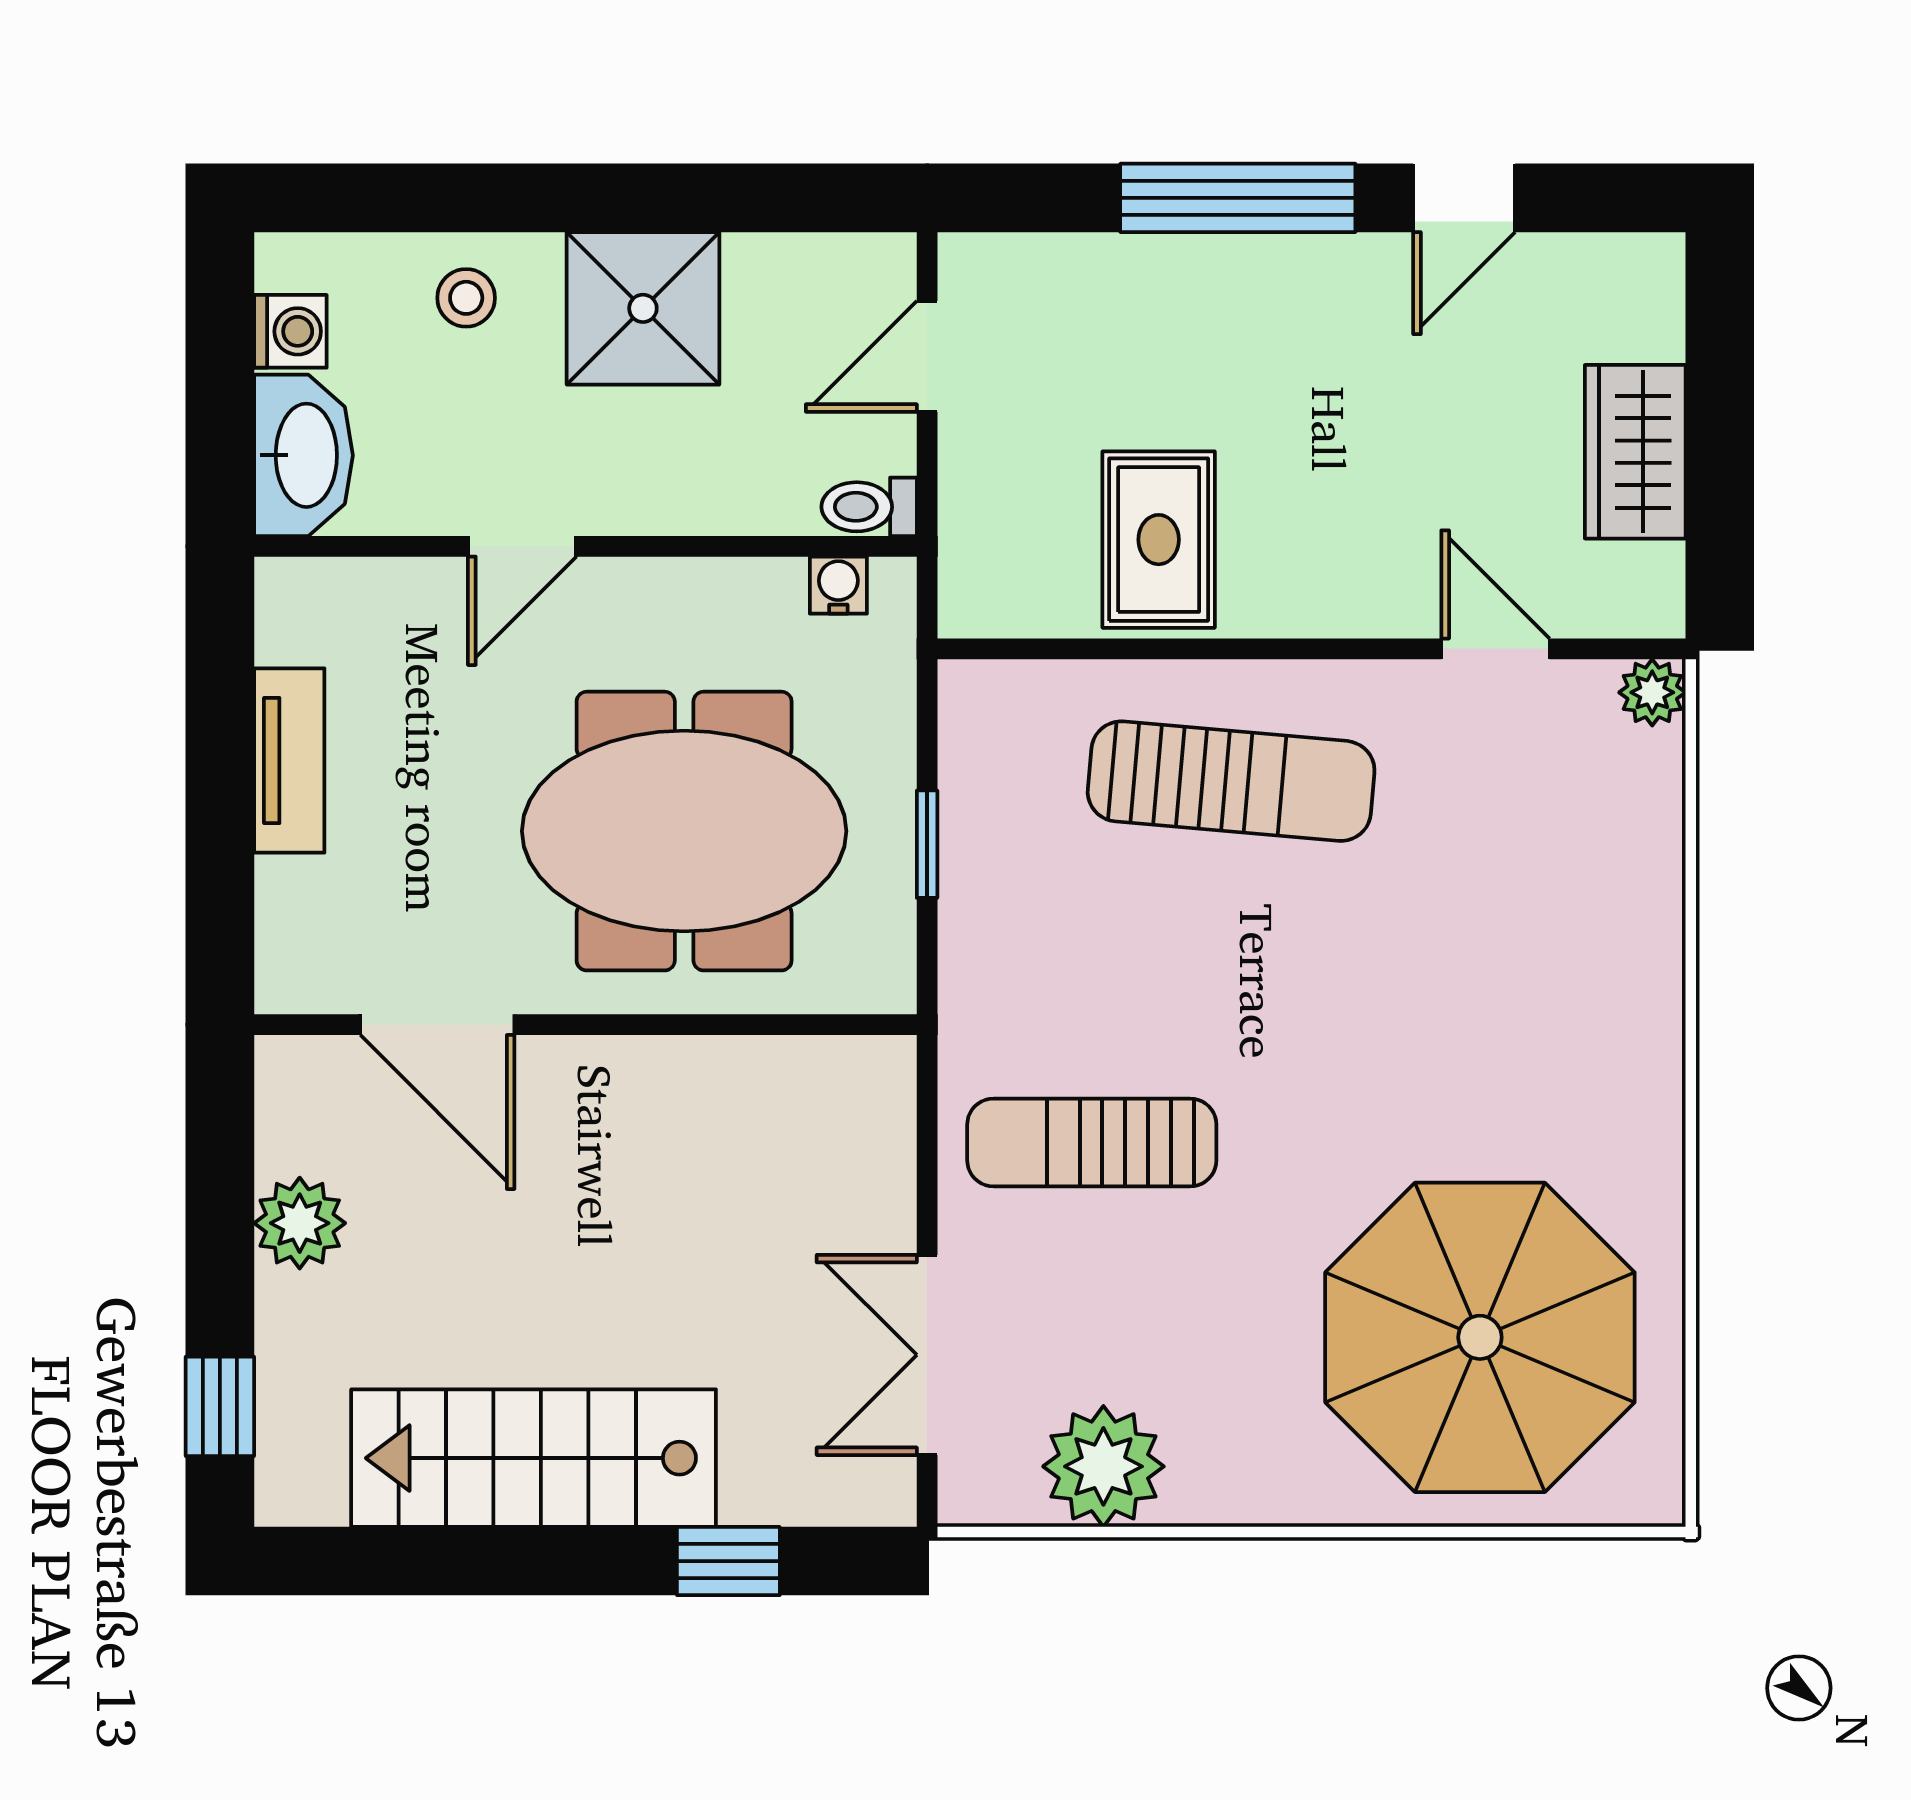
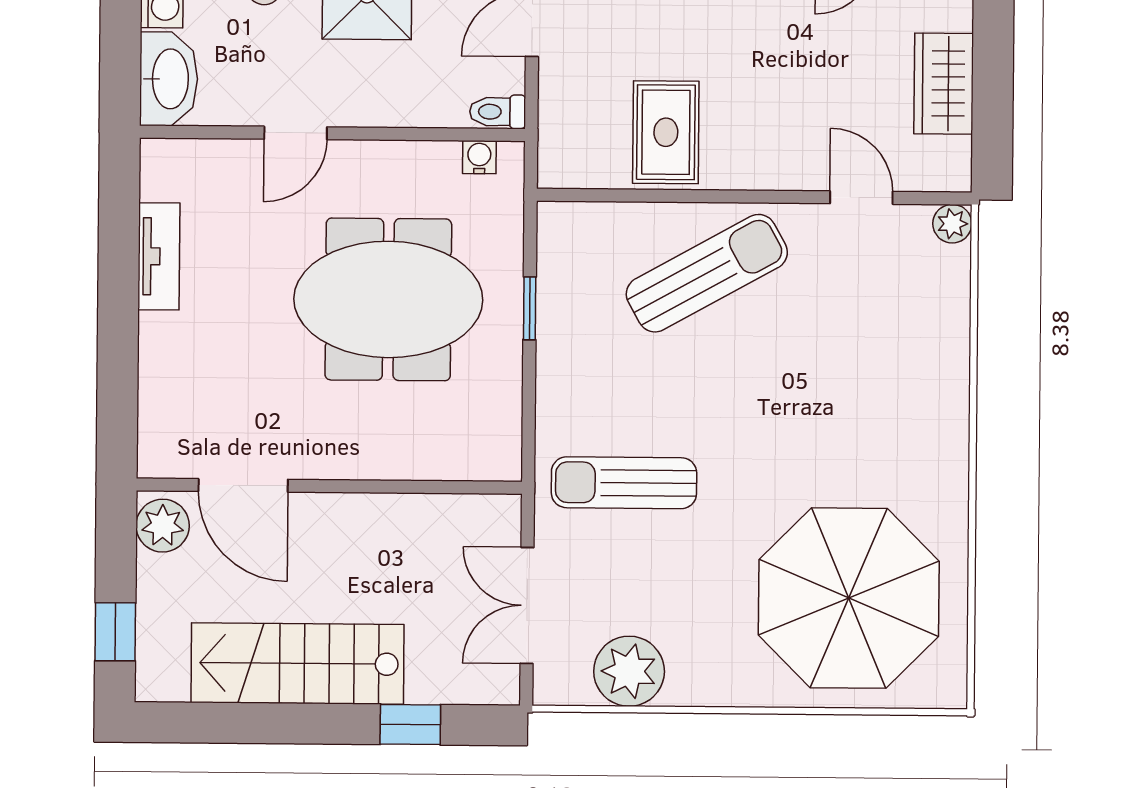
sun lounger: (1231, 781) -> (707, 273), turned -34
door: (437, 1025) -> (243, 485), moved
wall: (585, 1025) -> (329, 486), moved

